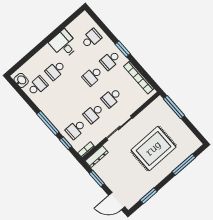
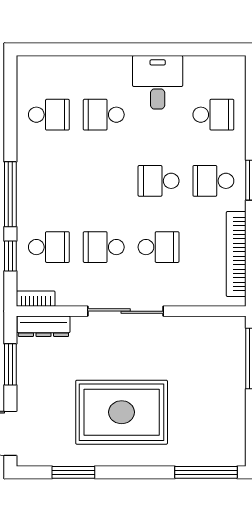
washbasin: (21, 80) -> (29, 80), removed
school desk: (111, 98) -> (159, 247), turned 180
school desk: (76, 129) -> (49, 247), turned 180
rug: (153, 148) -> (122, 412), moved
window: (184, 165) -> (206, 472), moved

